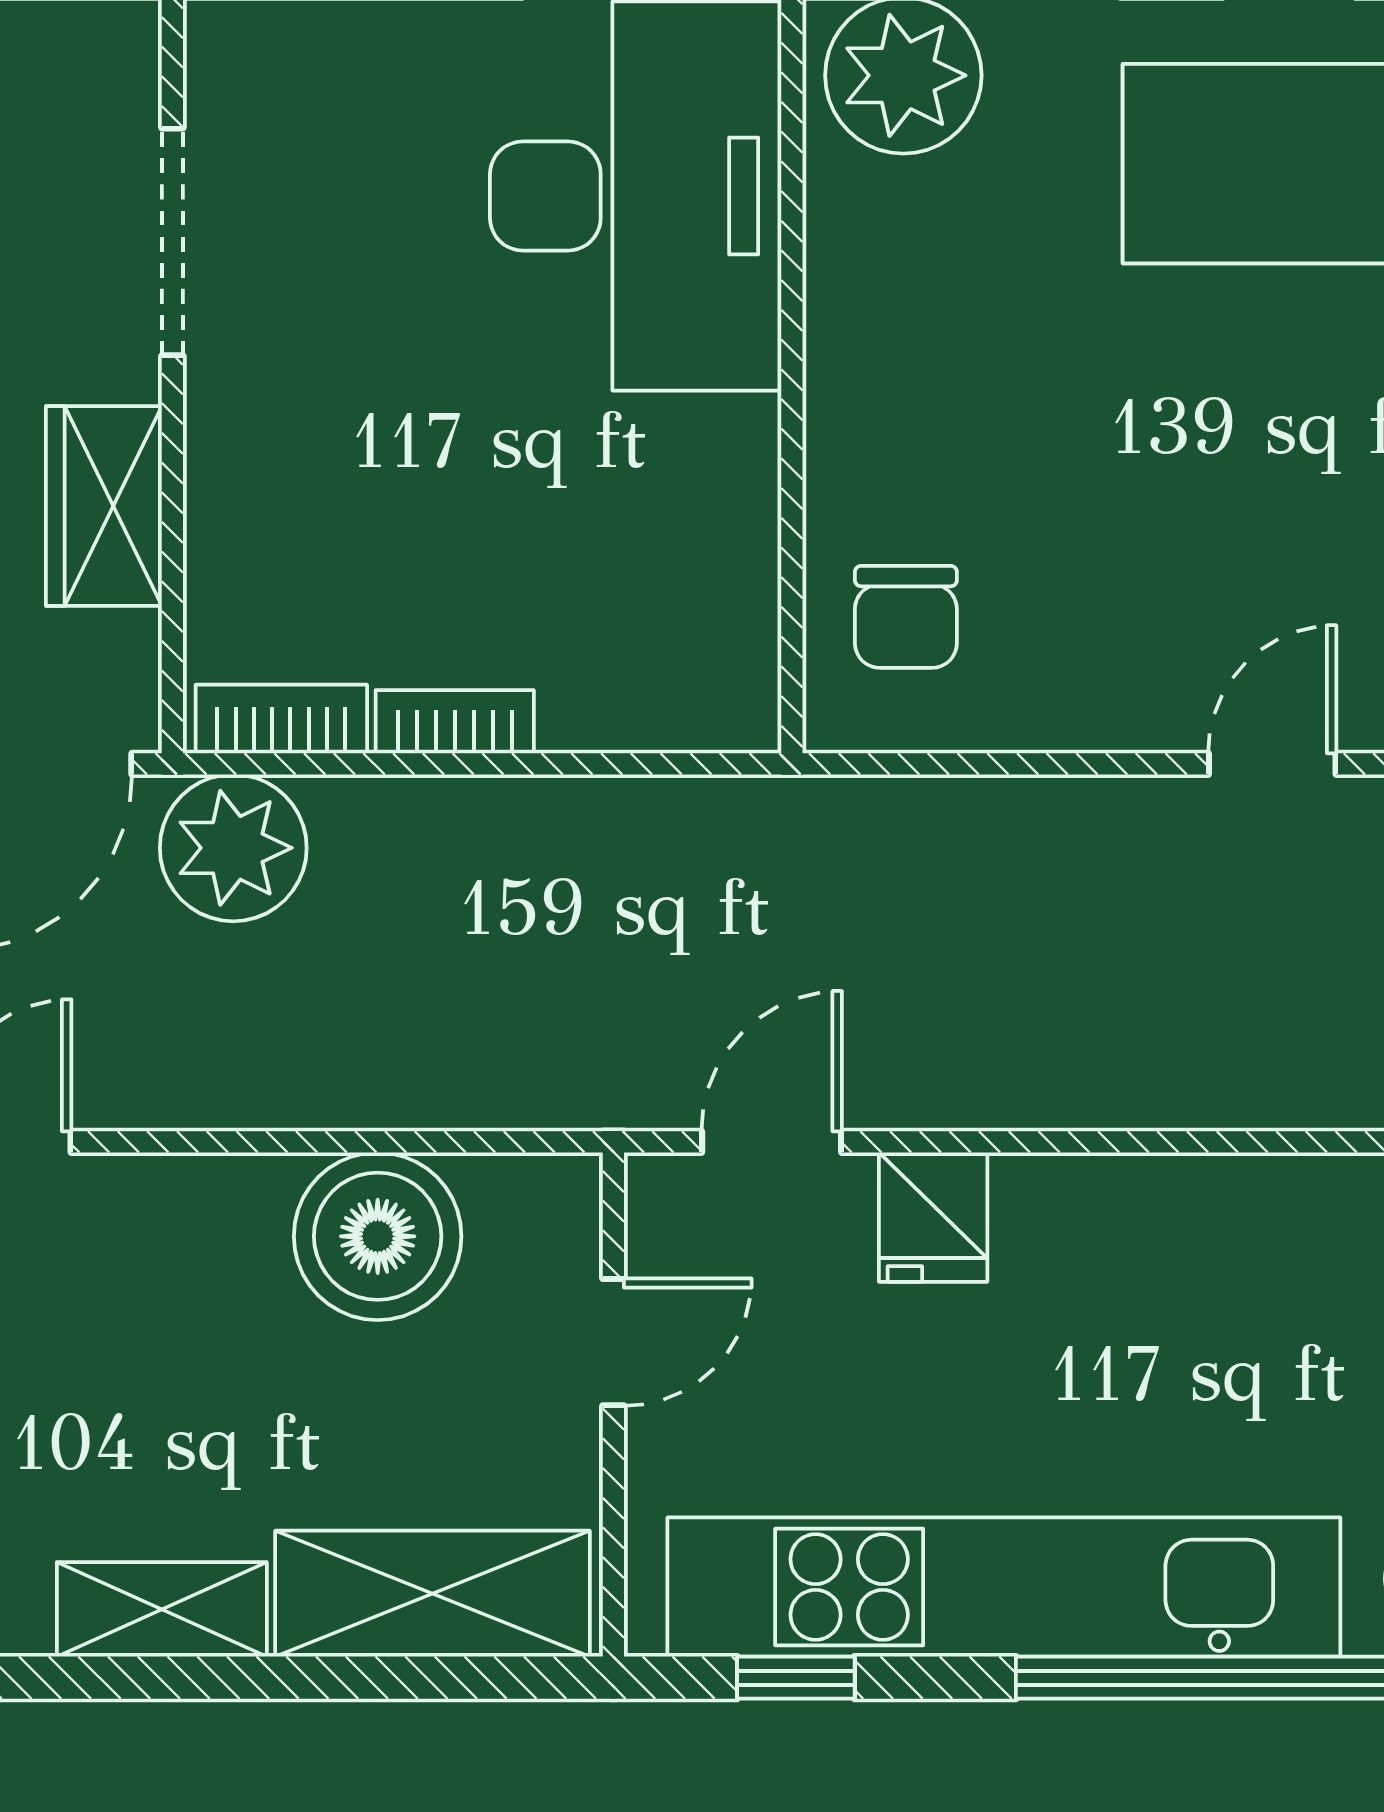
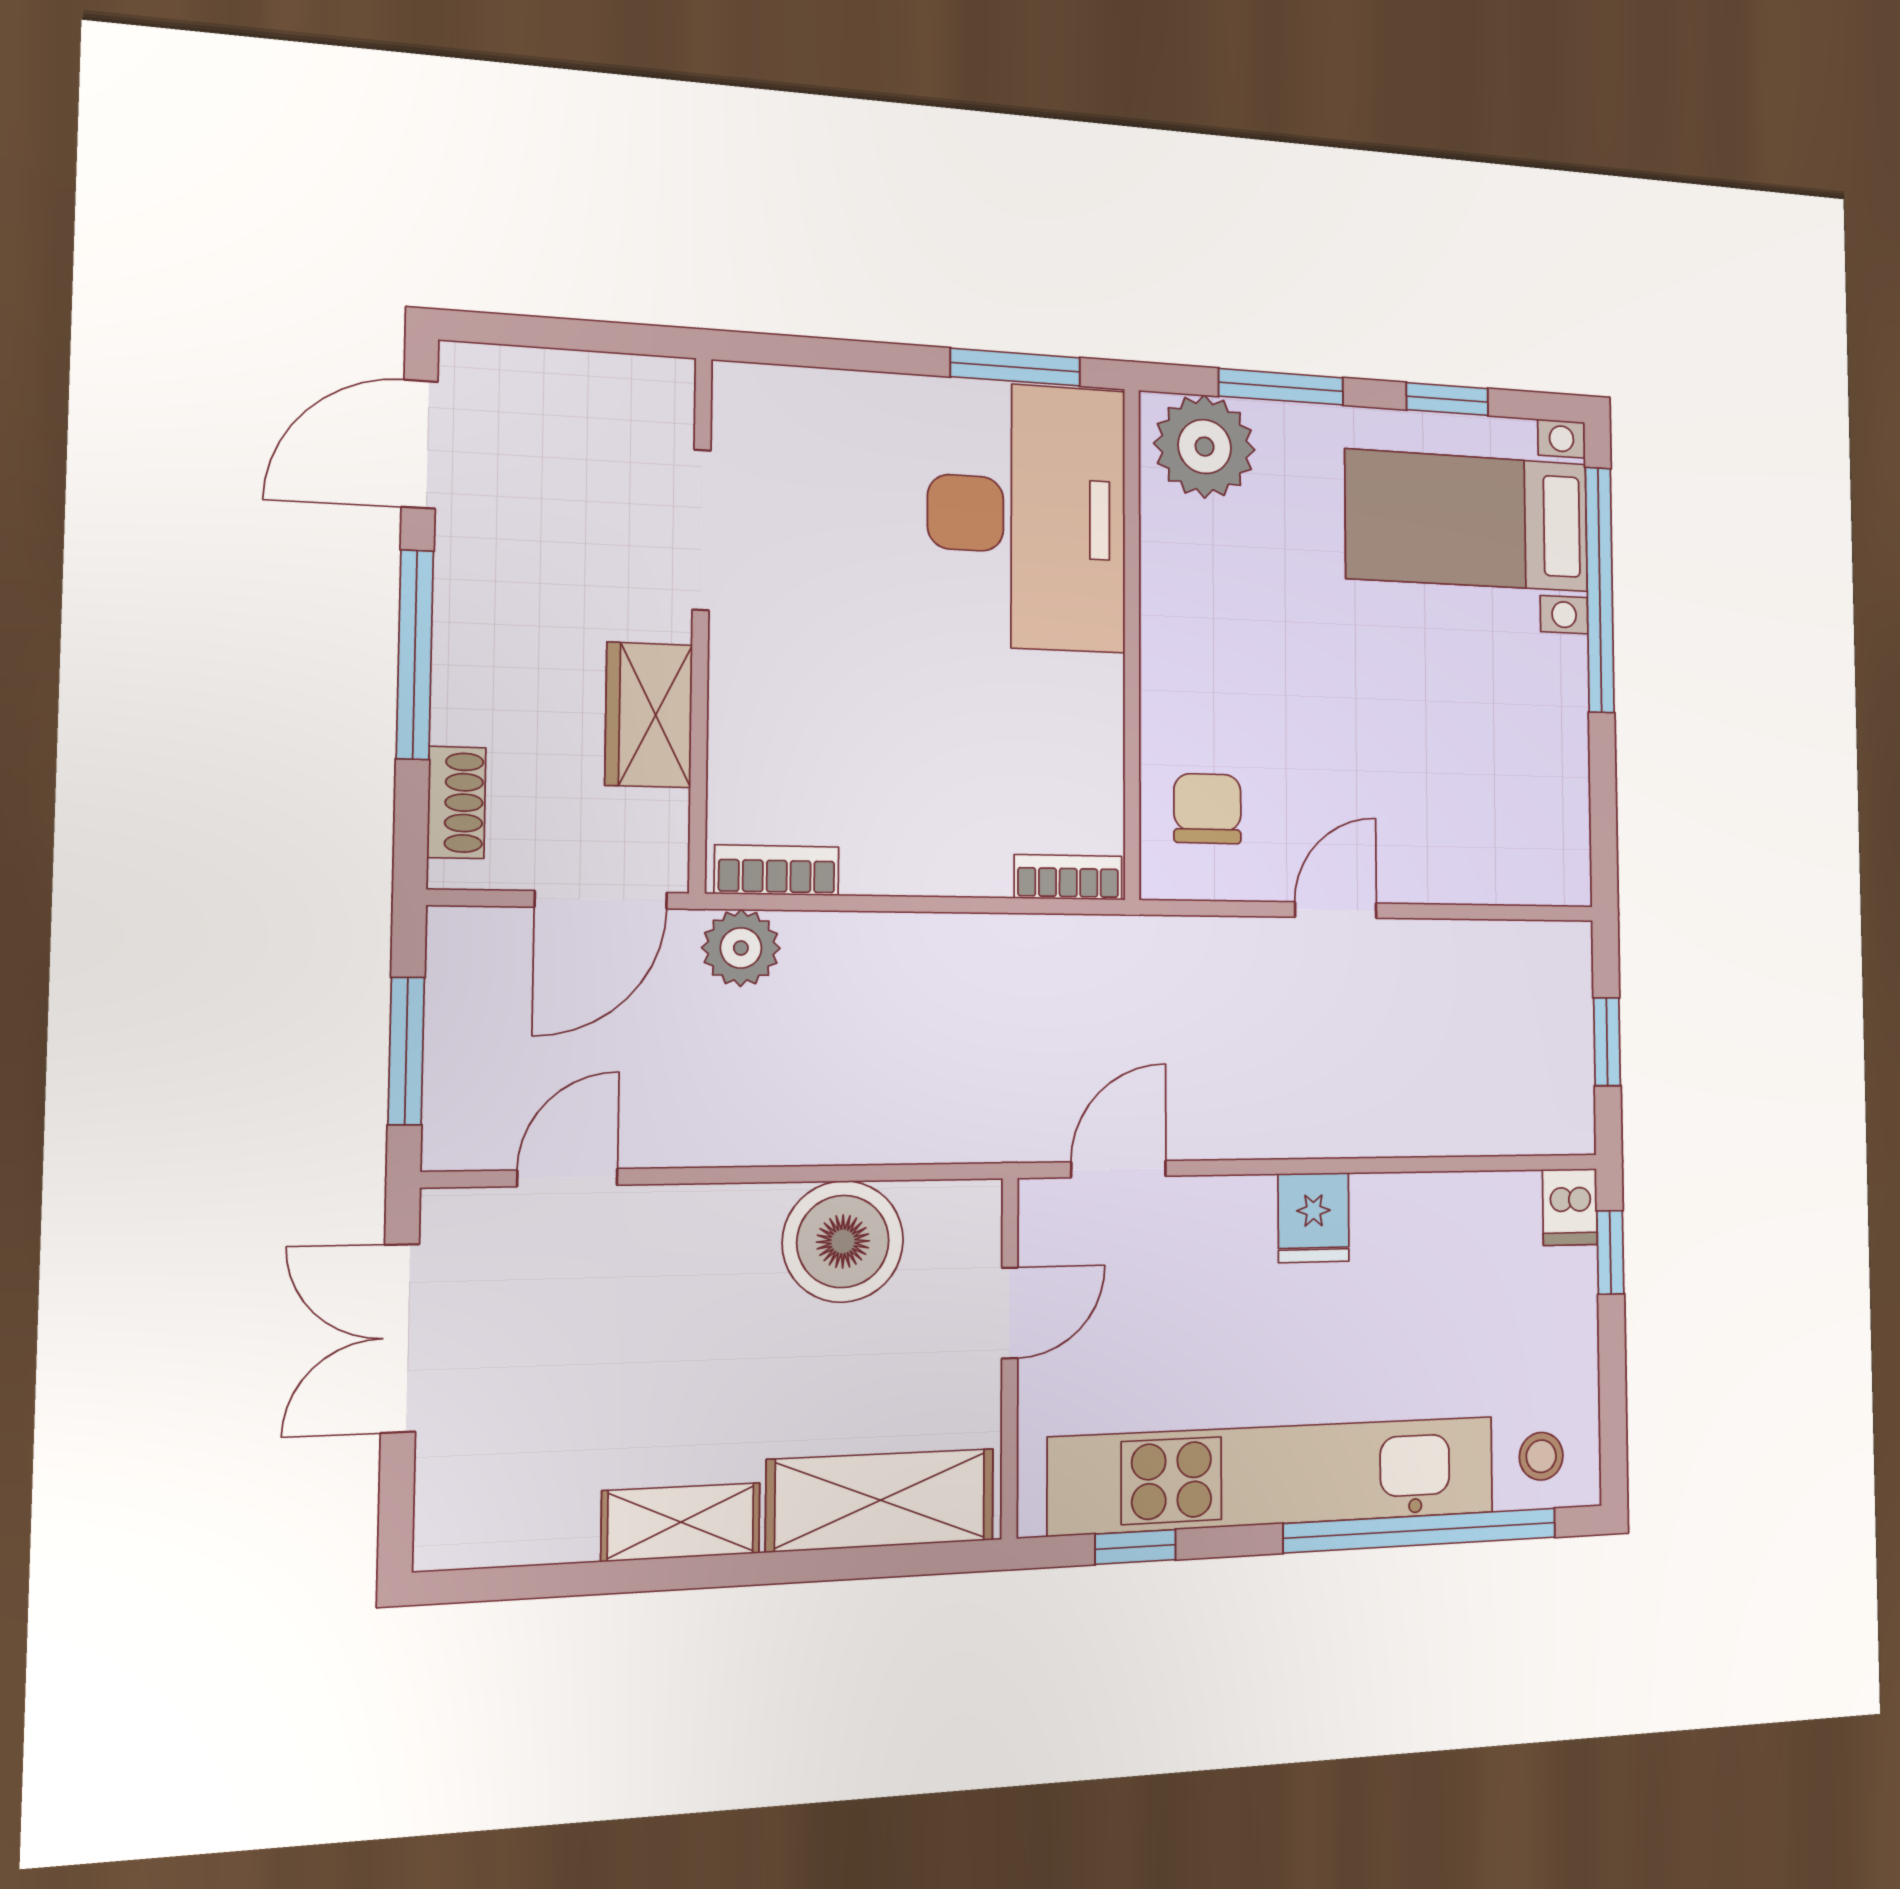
chair: (906, 617) -> (1207, 809), turned 180
bookcase: (455, 722) -> (1068, 877), moved
door: (1272, 764) -> (1336, 910), moved
plant: (233, 848) -> (741, 948), width x0.73, depth x0.73
fridge: (933, 1217) -> (1314, 1218), moved

